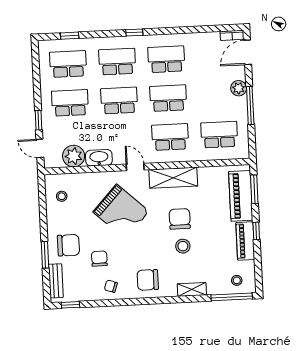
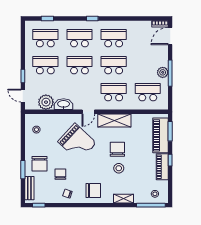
plant: (239, 88) -> (163, 72), moved
door: (135, 167) -> (88, 112), swing flipped
chair: (68, 245) -> (39, 164), turned 90
chair: (148, 280) -> (93, 191), turned 180

